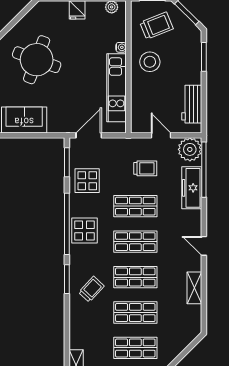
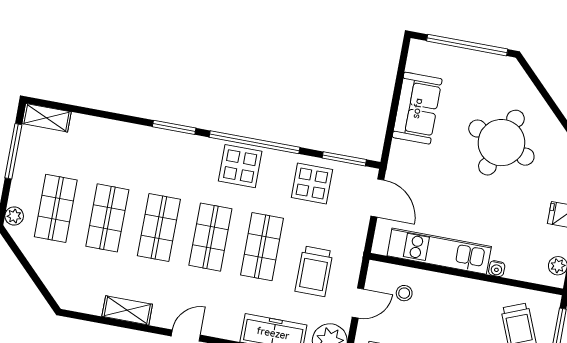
stool: (150, 62) -> (404, 293), moved, width x0.53, depth x0.53
trolley: (145, 168) -> (314, 271), width x1.36, depth x1.39
trolley: (91, 289) -> (153, 160), removed

